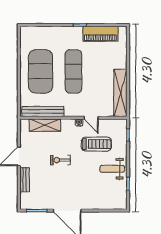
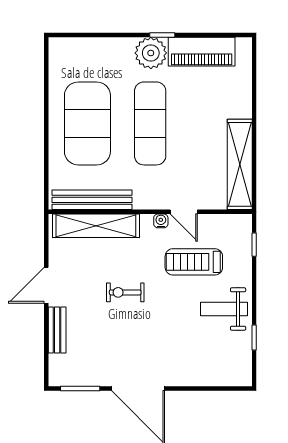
plant: (74, 34) -> (151, 53), added
shelving: (45, 125) -> (96, 226), width x1.47
treadmill: (96, 144) -> (194, 262), turned 180

